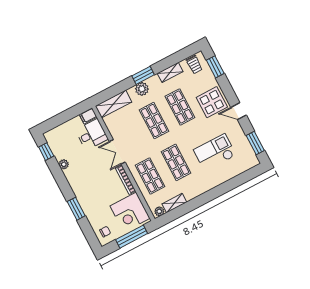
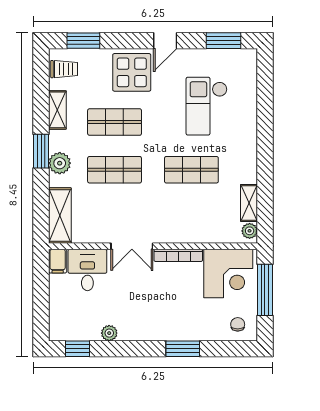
shop shelf: (150, 176) -> (191, 217), removed

